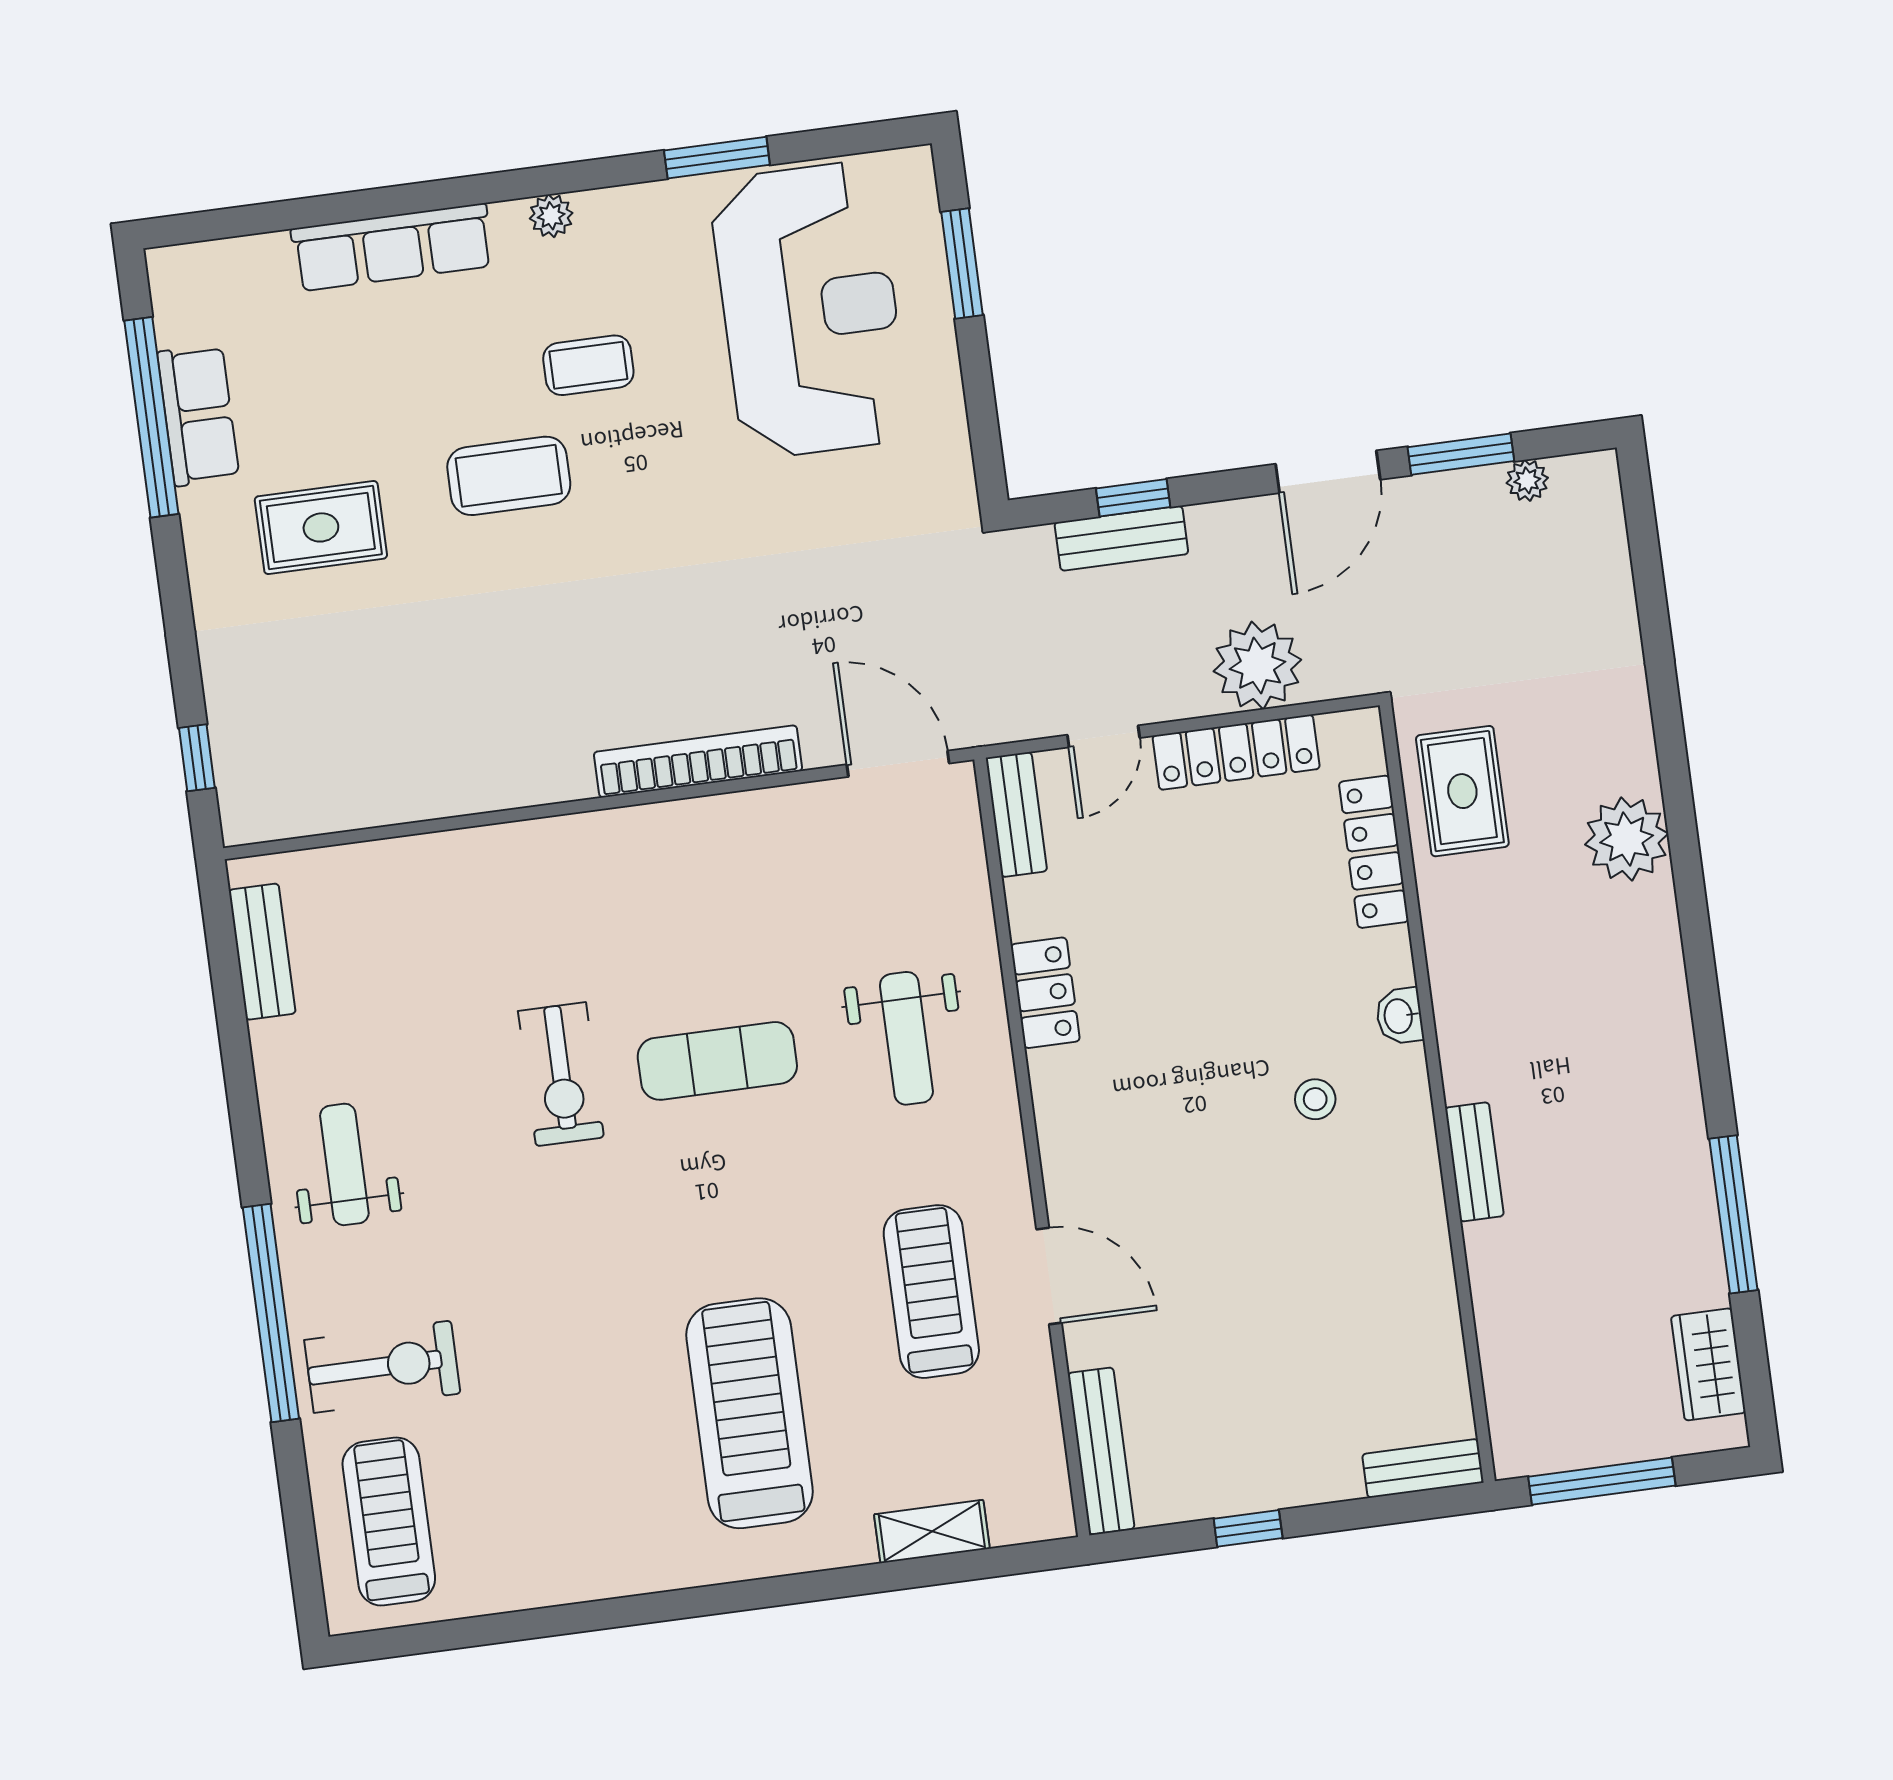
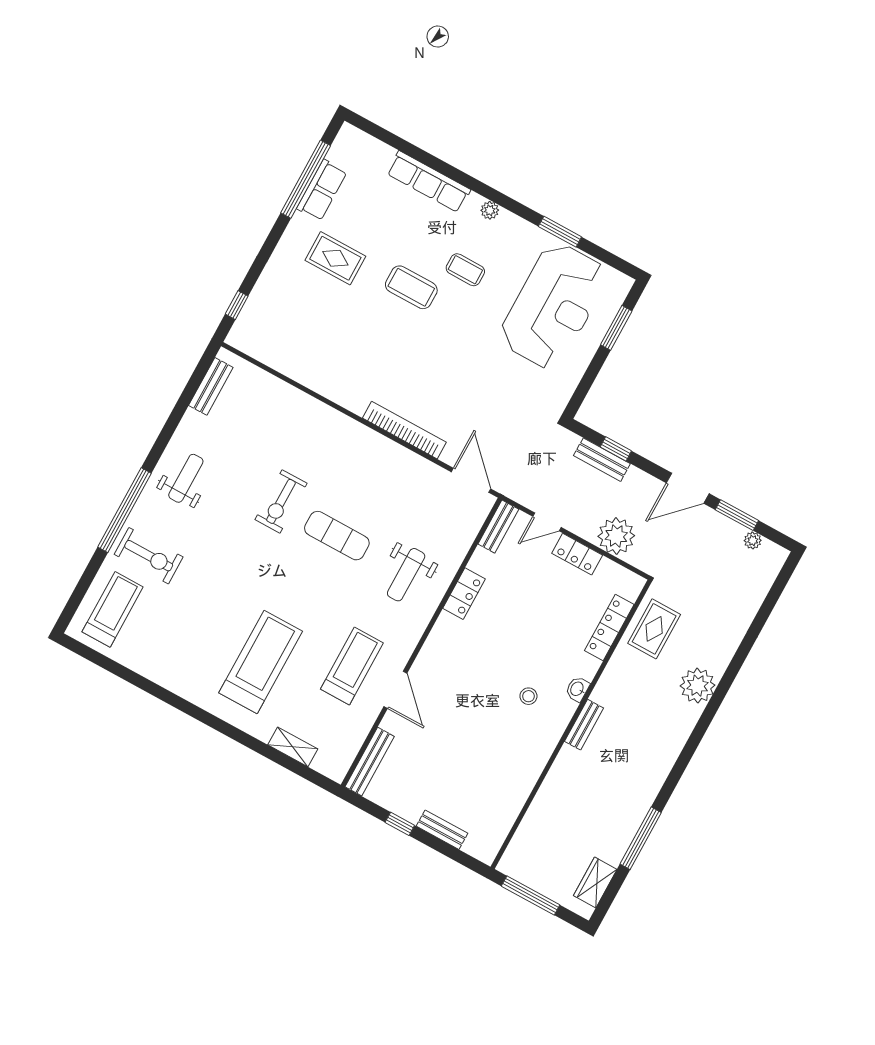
locker: (1236, 752) -> (577, 554), width x0.66
bench: (1474, 1162) -> (584, 725), moved
bench: (1423, 1468) -> (442, 830), moved

